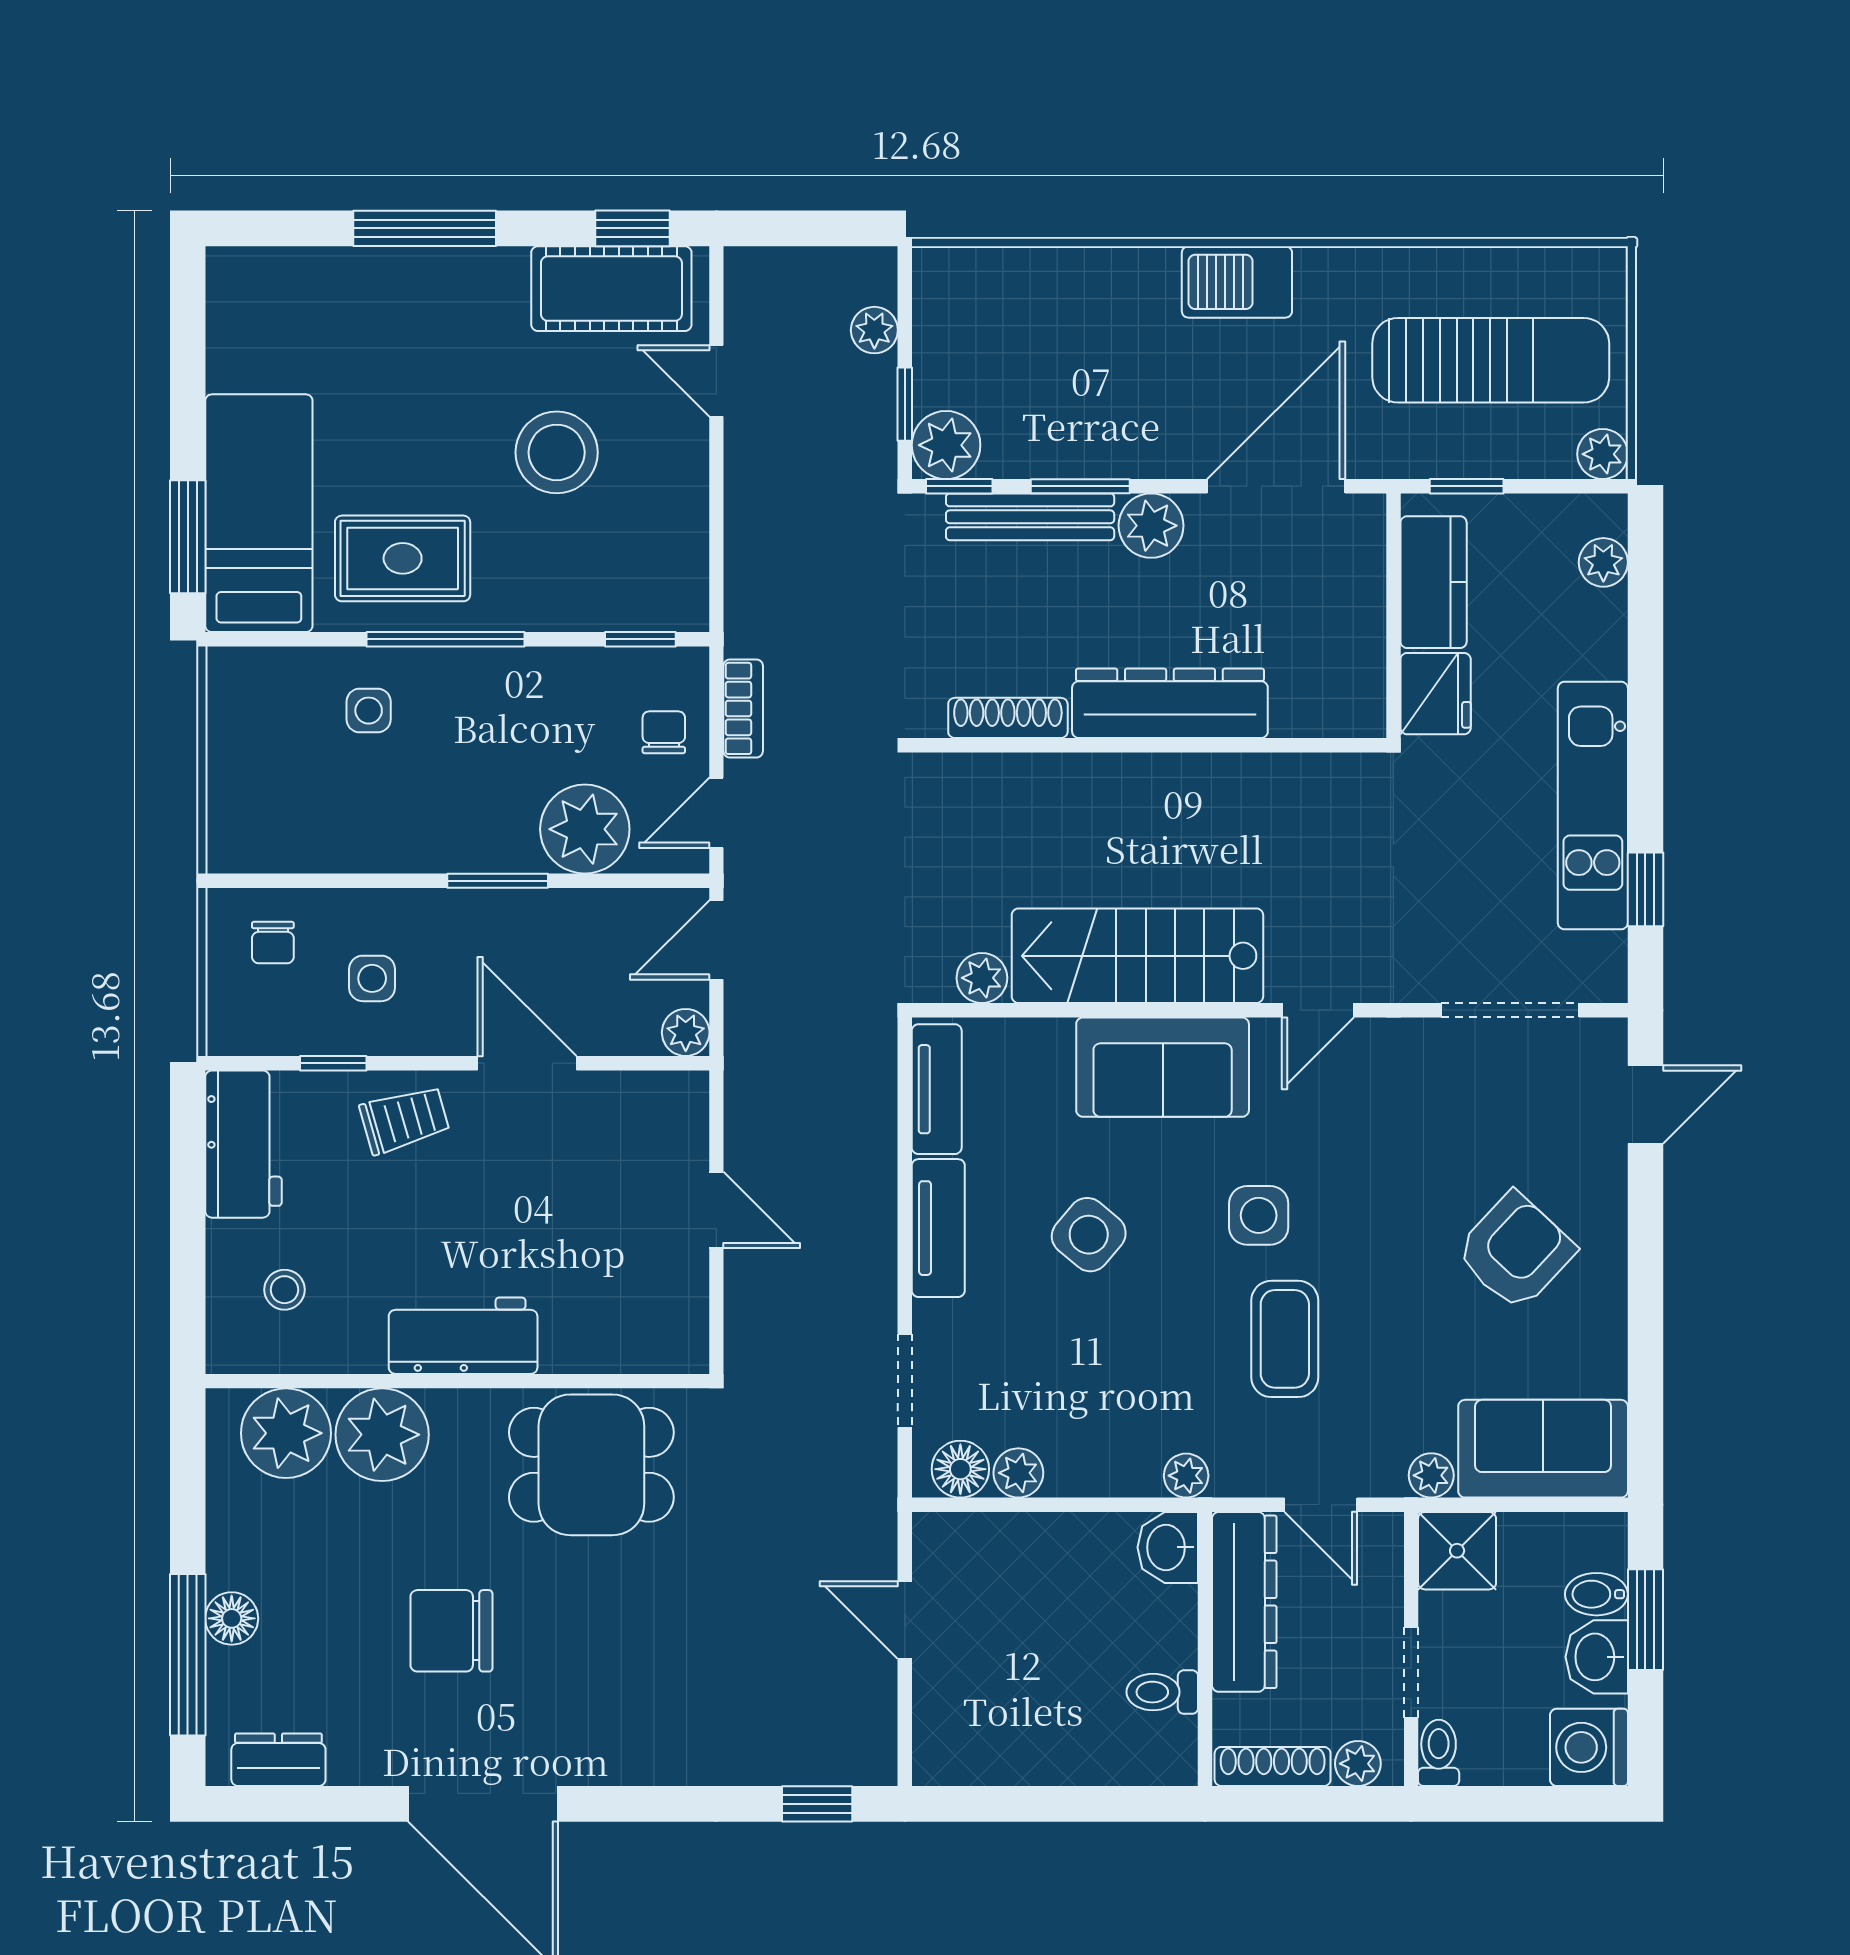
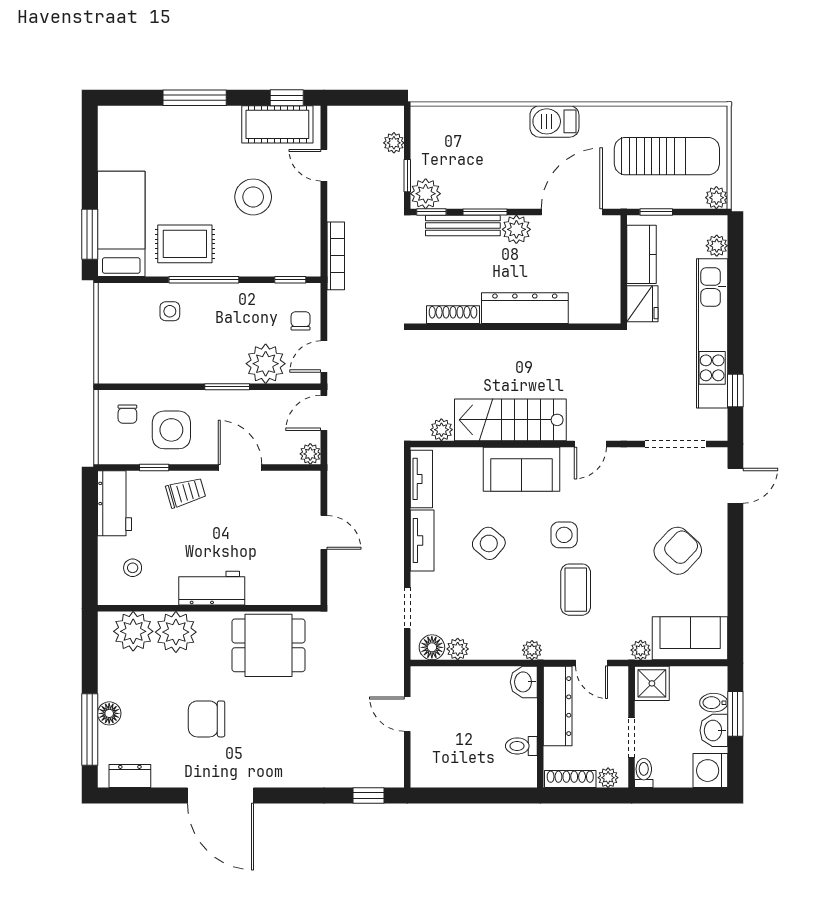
bookcase: (743, 708) -> (336, 256), moved, width x1.56
kitchen unit: (1593, 806) -> (712, 333), width x1.36
side table: (372, 978) -> (171, 430), width x1.87, depth x1.87

